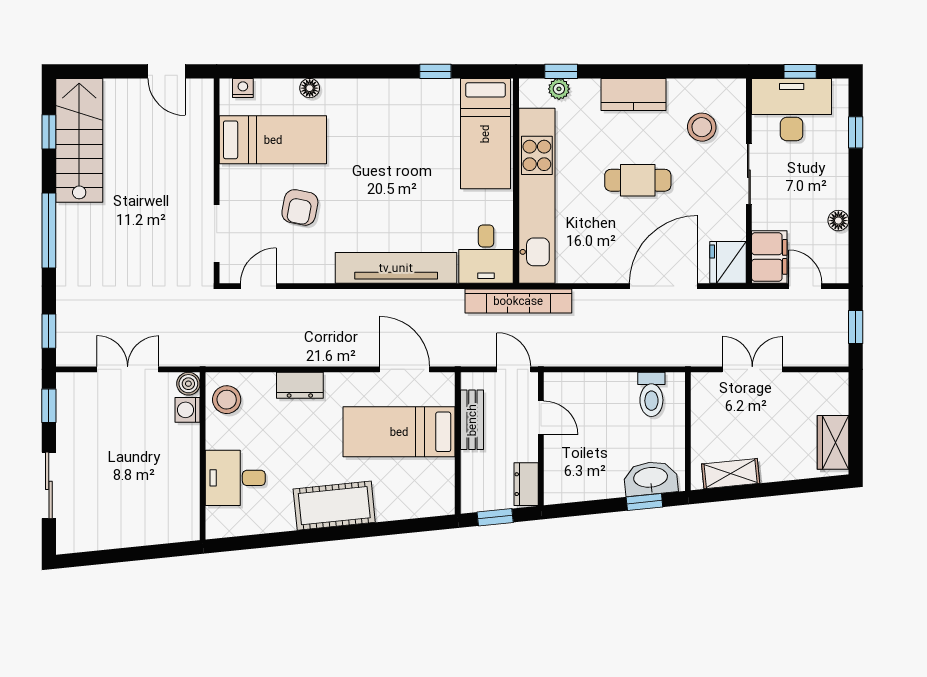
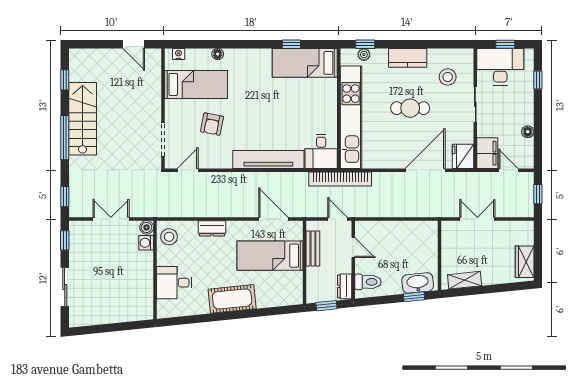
bed: (485, 134) -> (305, 63), moved, turned 90
stairs: (79, 140) -> (83, 119), moved
toilet: (651, 394) -> (368, 282), moved, turned -90

